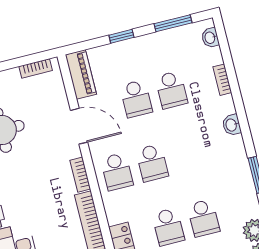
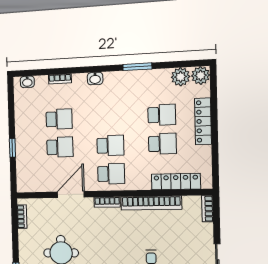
window: (173, 23) -> (11, 108), removed
piano: (81, 74) -> (33, 184), removed

